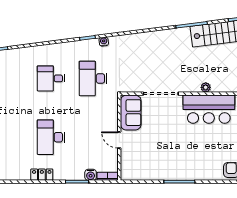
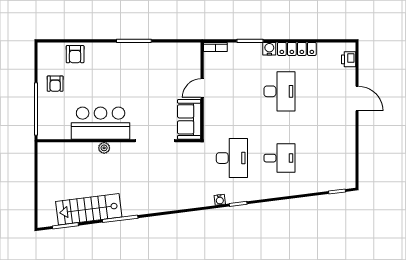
door: (119, 140) -> (202, 88), swing flipped
locker: (42, 175) -> (297, 49), width x1.53
water cooler: (91, 175) -> (269, 49), moved

